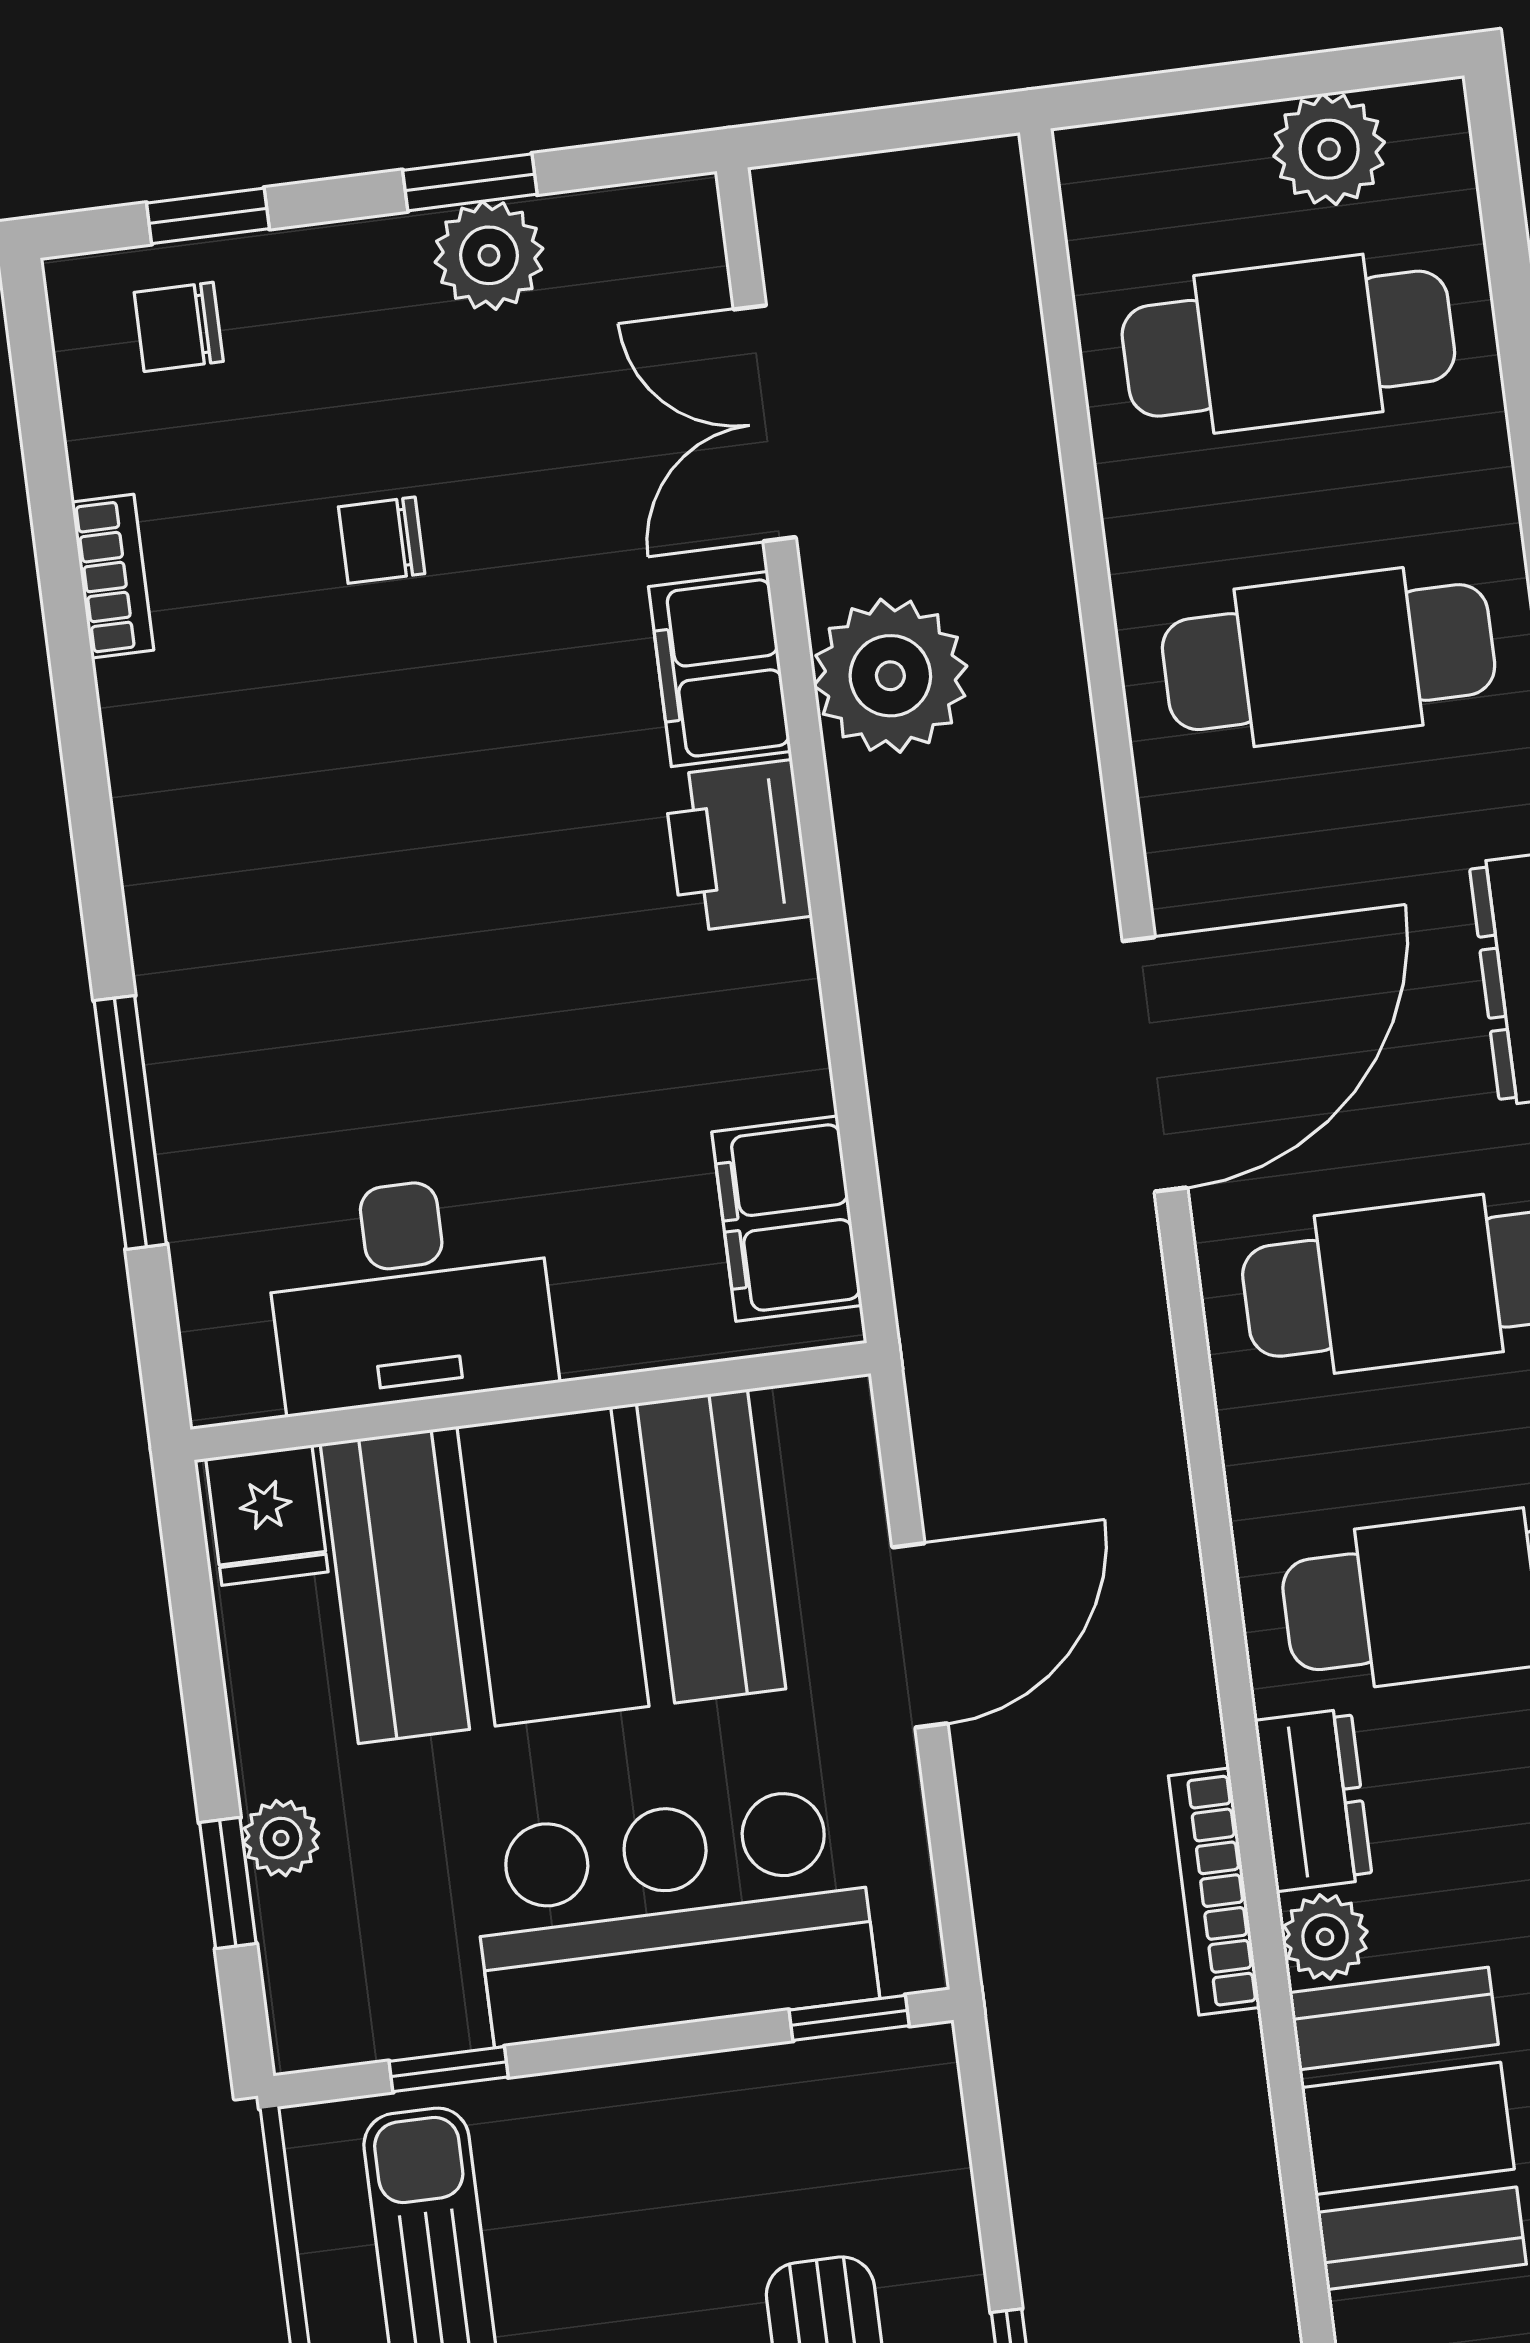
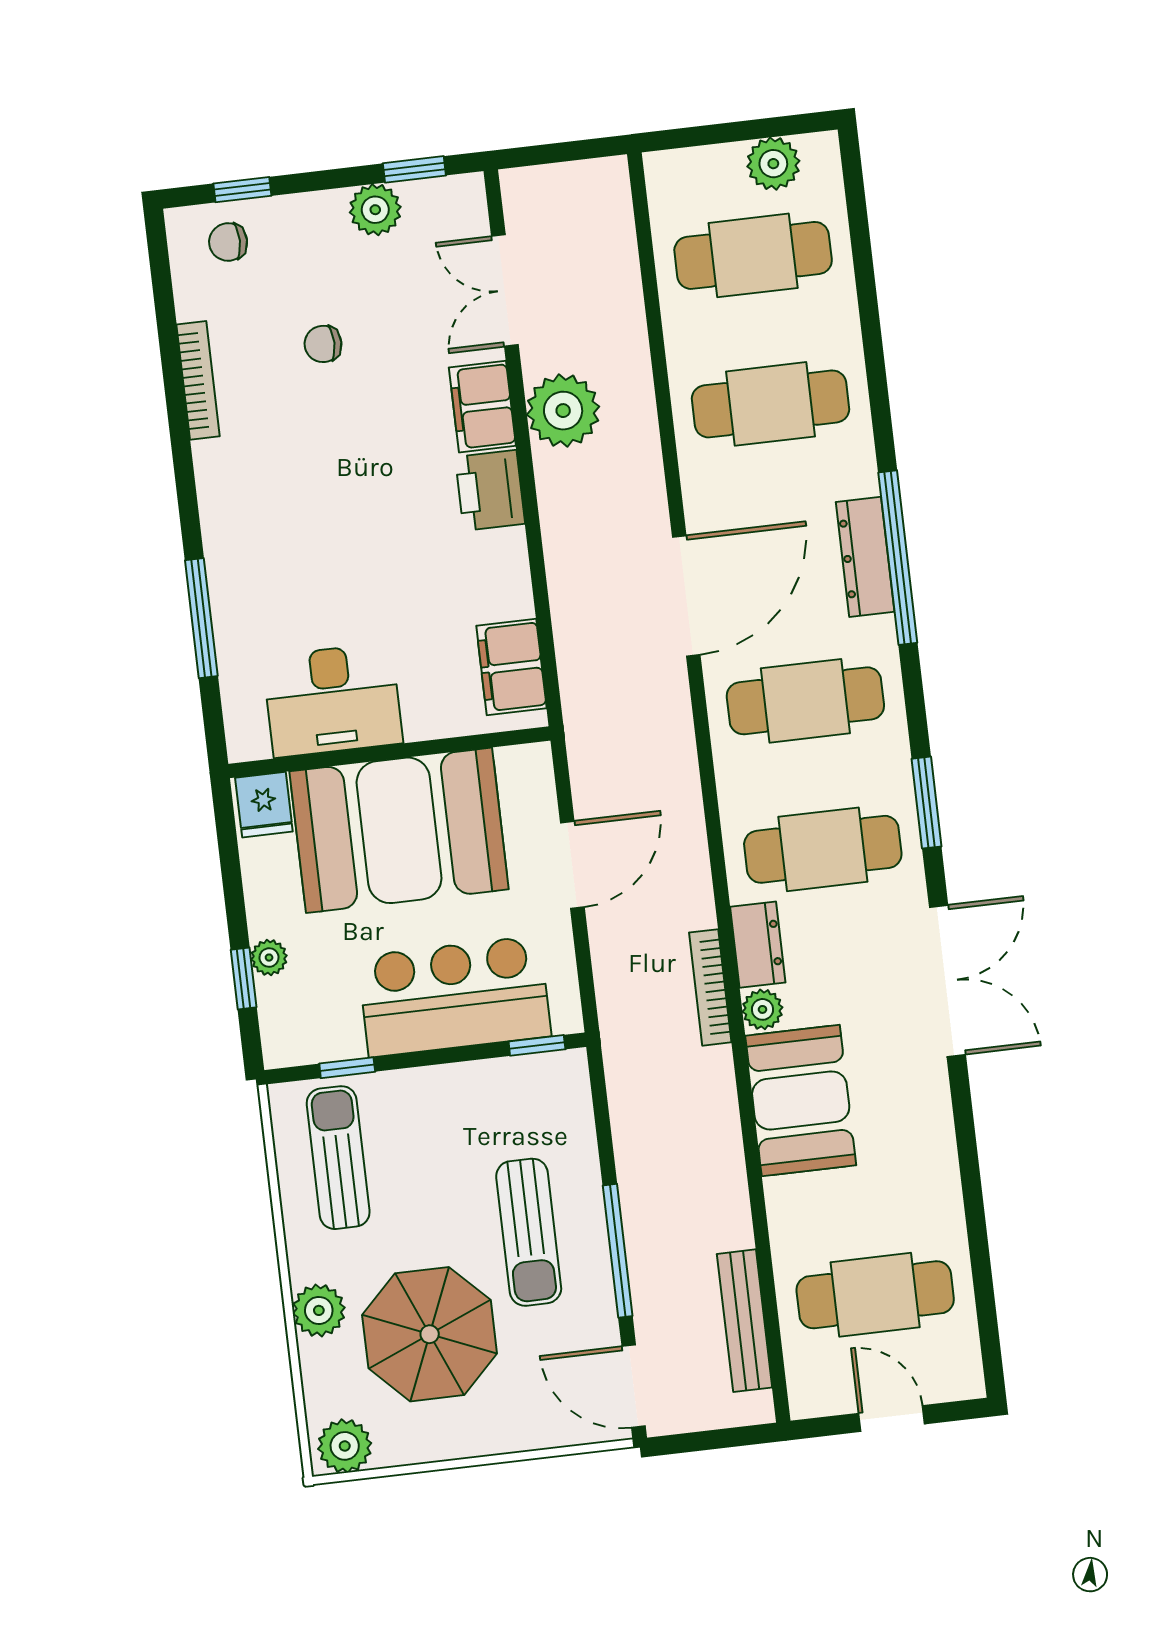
window: (470, 182) -> (414, 169), moved
bookcase: (113, 576) -> (198, 380), width x1.56

